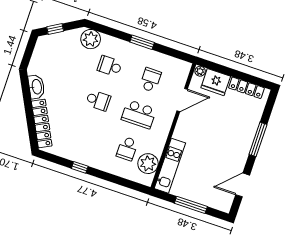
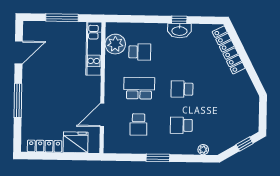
plant: (91, 39) -> (203, 150), width x0.53, depth x0.53
school desk: (110, 66) -> (181, 125), turned 180
plant: (200, 71) -> (94, 148), removed
washbasin: (36, 87) -> (179, 31), moved, turned -63
school desk: (127, 149) -> (140, 52), turned 90

